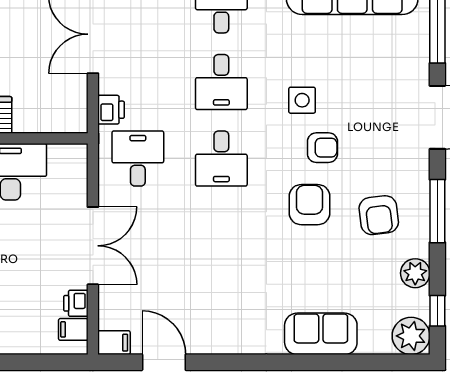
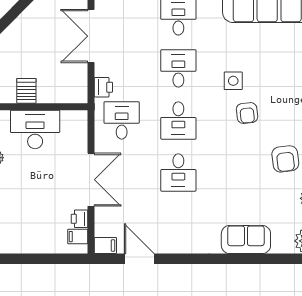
desk: (221, 82) -> (178, 68), turned 180
armchair: (322, 148) -> (247, 113), turned 84
armchair: (309, 205) -> (238, 152), removed
desk: (221, 235) -> (178, 172), added

